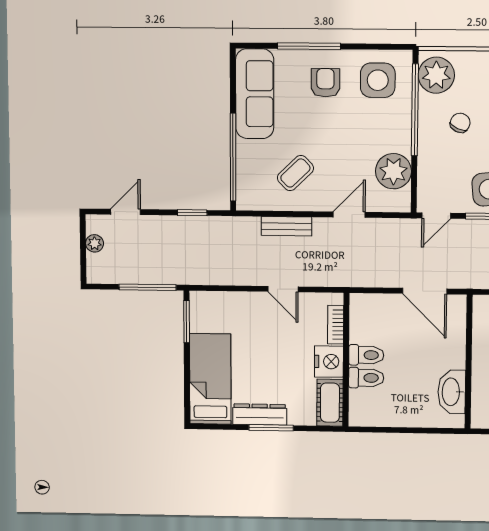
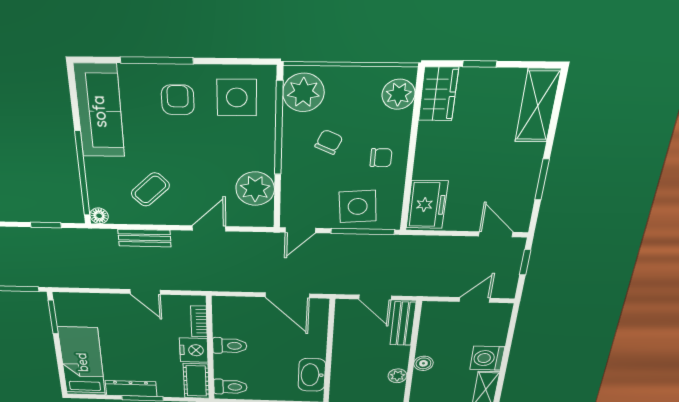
floor lamp: (245, 202) -> (99, 216), added
toilet: (366, 378) -> (230, 387), moved

